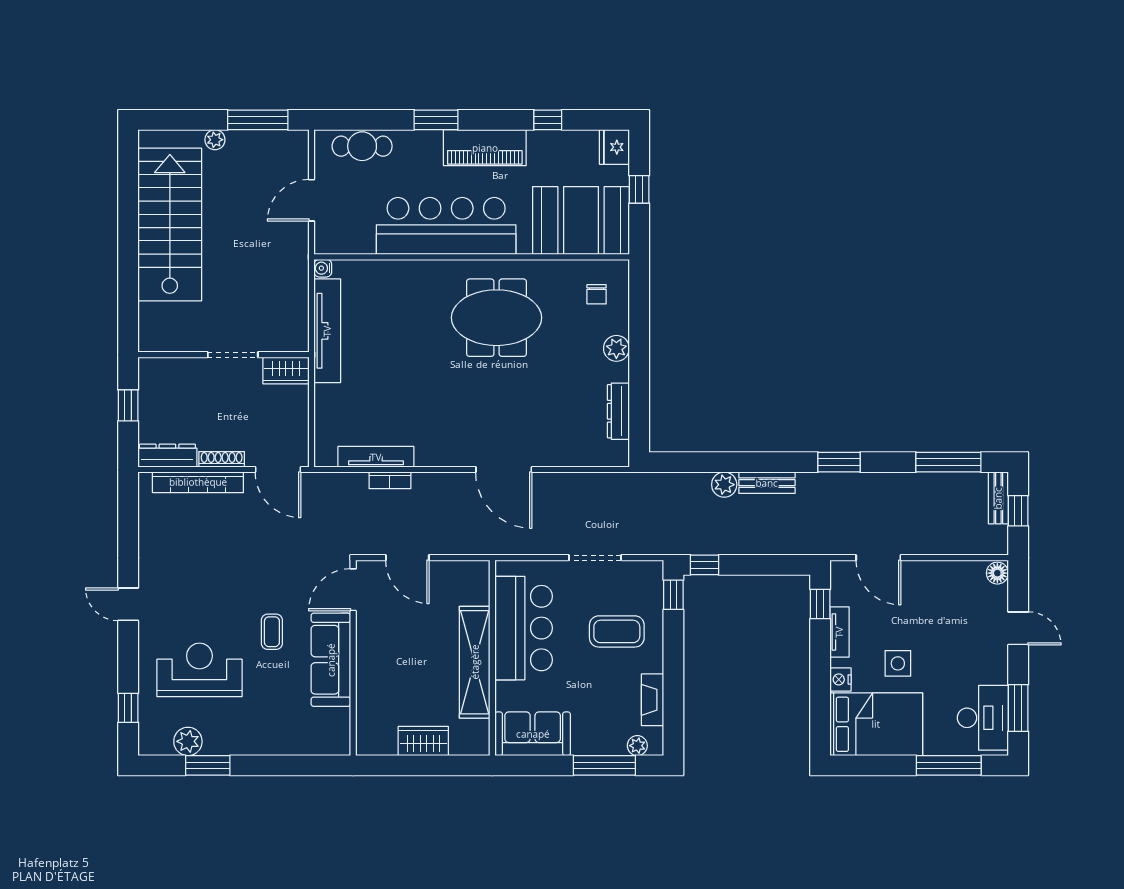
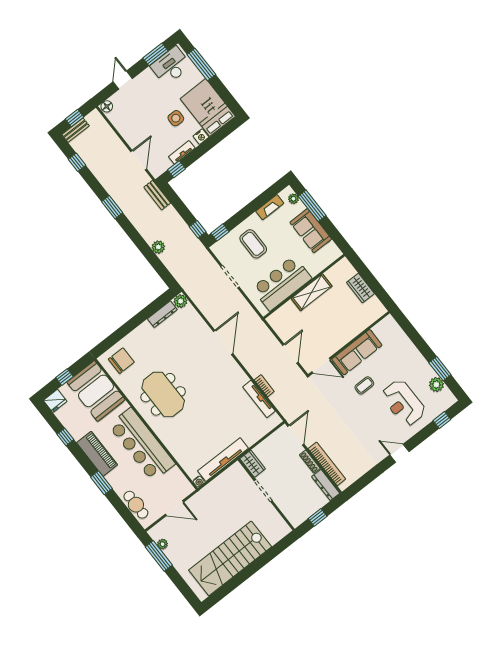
plant: (215, 140) -> (163, 544), moved
chair: (597, 294) -> (121, 361), width x1.87, depth x1.87
plant: (616, 348) -> (181, 301), moved
window: (948, 462) -> (77, 162), width x0.46
bench: (767, 483) -> (157, 195), moved
door: (128, 604) -> (399, 453), swing flipped
shelving: (475, 662) -> (312, 292), width x0.68
sofa: (533, 734) -> (311, 231), moved

